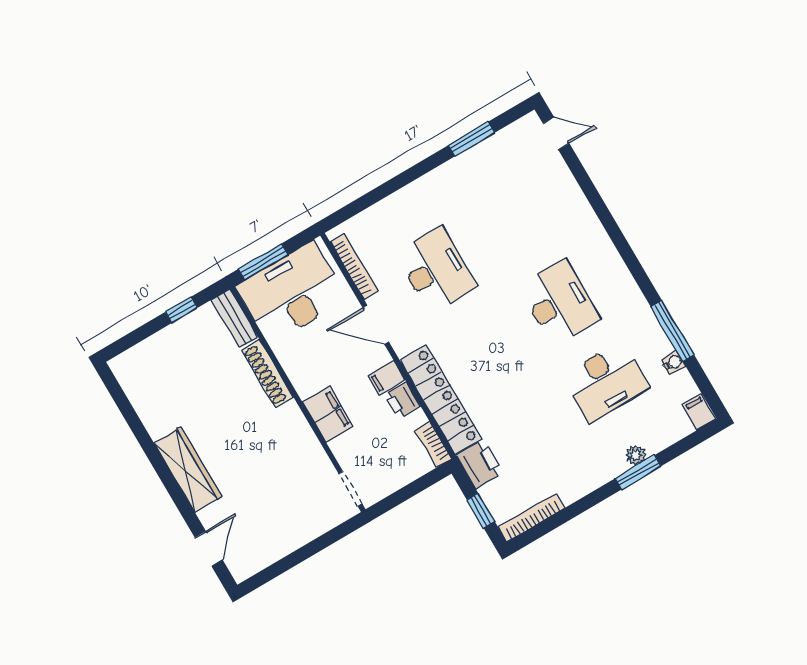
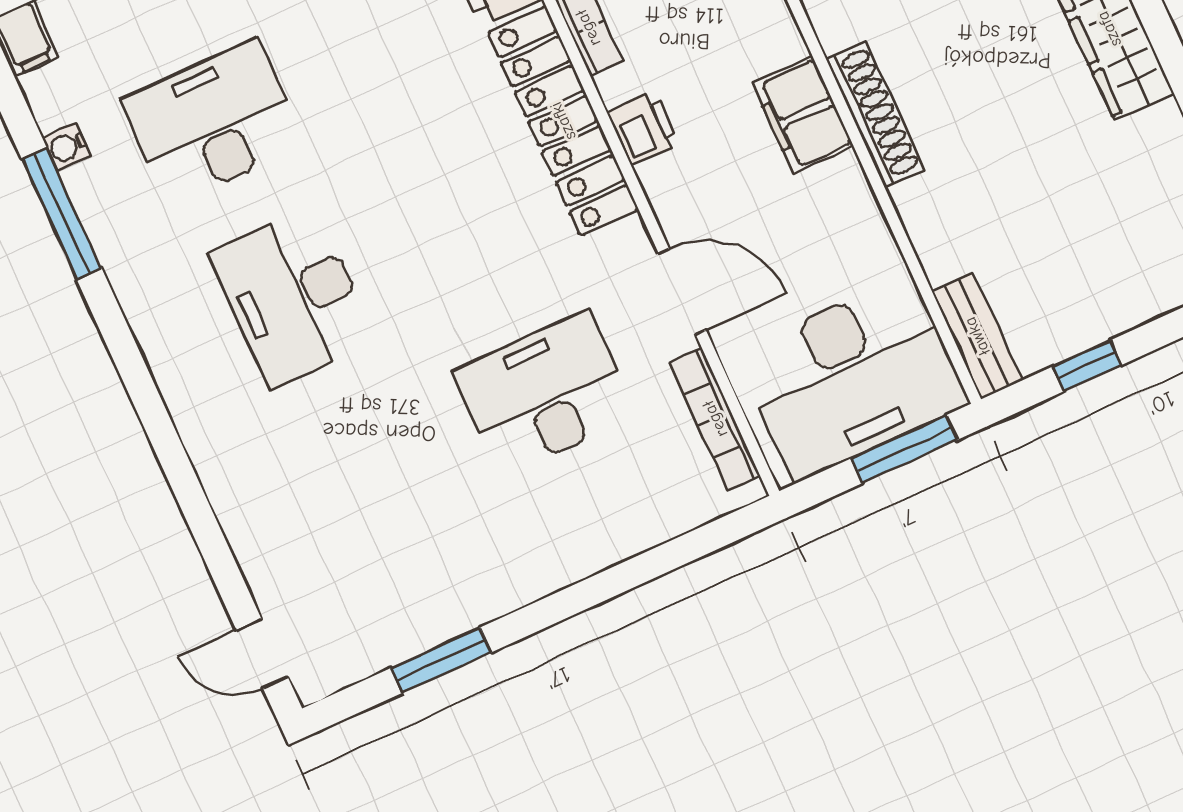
desk: (436, 270) -> (545, 394), turned 90
shoe rack: (268, 374) -> (875, 114), moved
filing cabinet: (386, 378) -> (672, 179), removed

